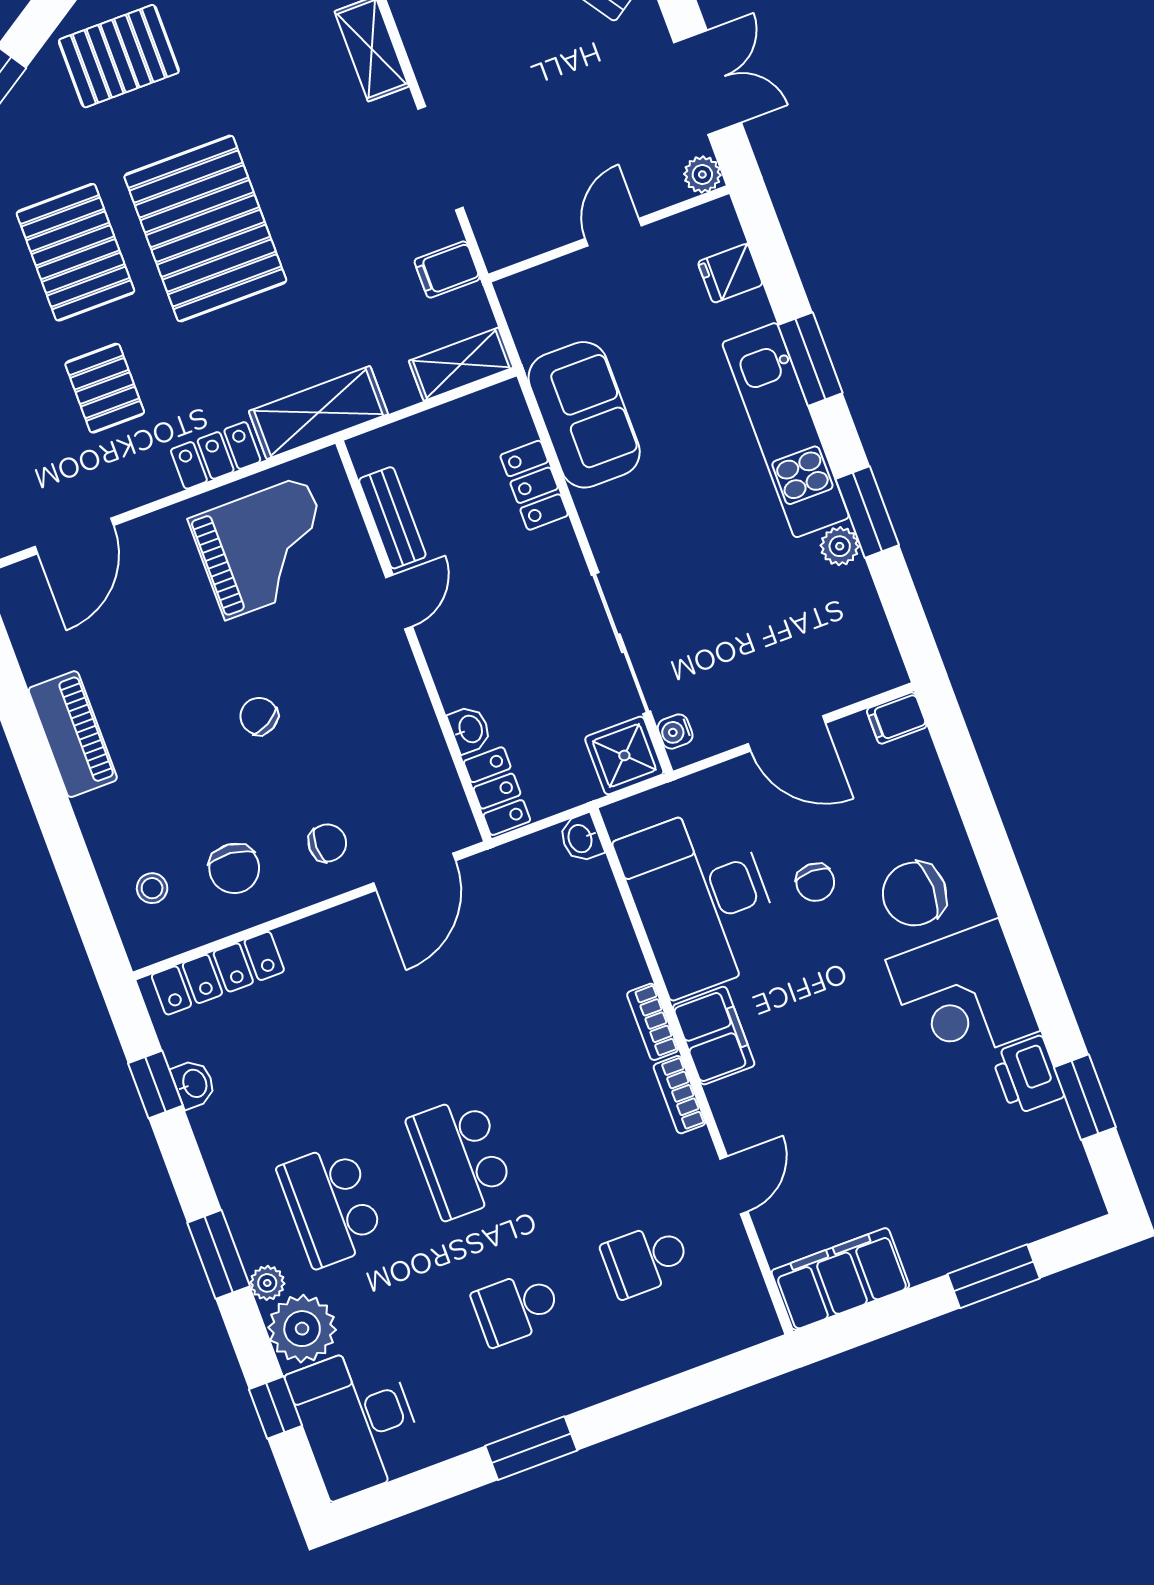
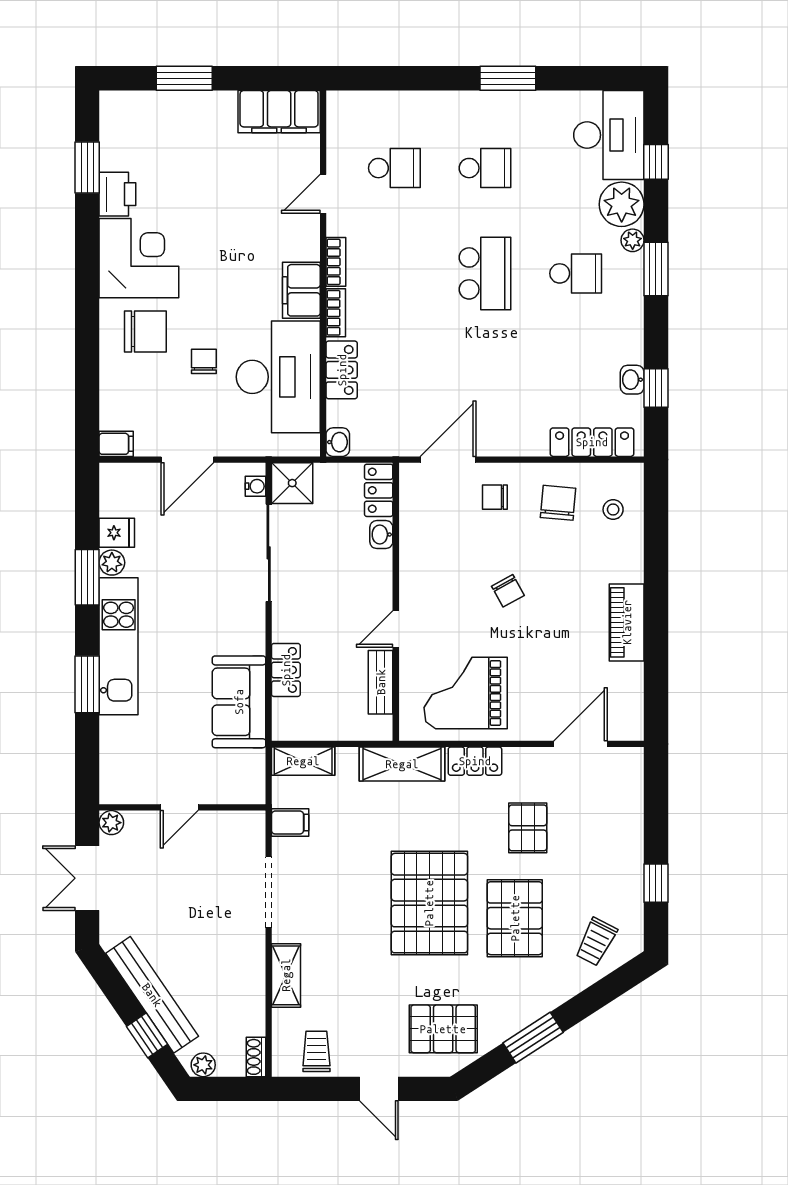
fridge: (730, 273) -> (117, 533), moved
door: (787, 733) -> (187, 460), swing flipped
locker: (614, 943) -> (342, 370), added
school desk: (331, 1205) -> (576, 273), width x0.54

